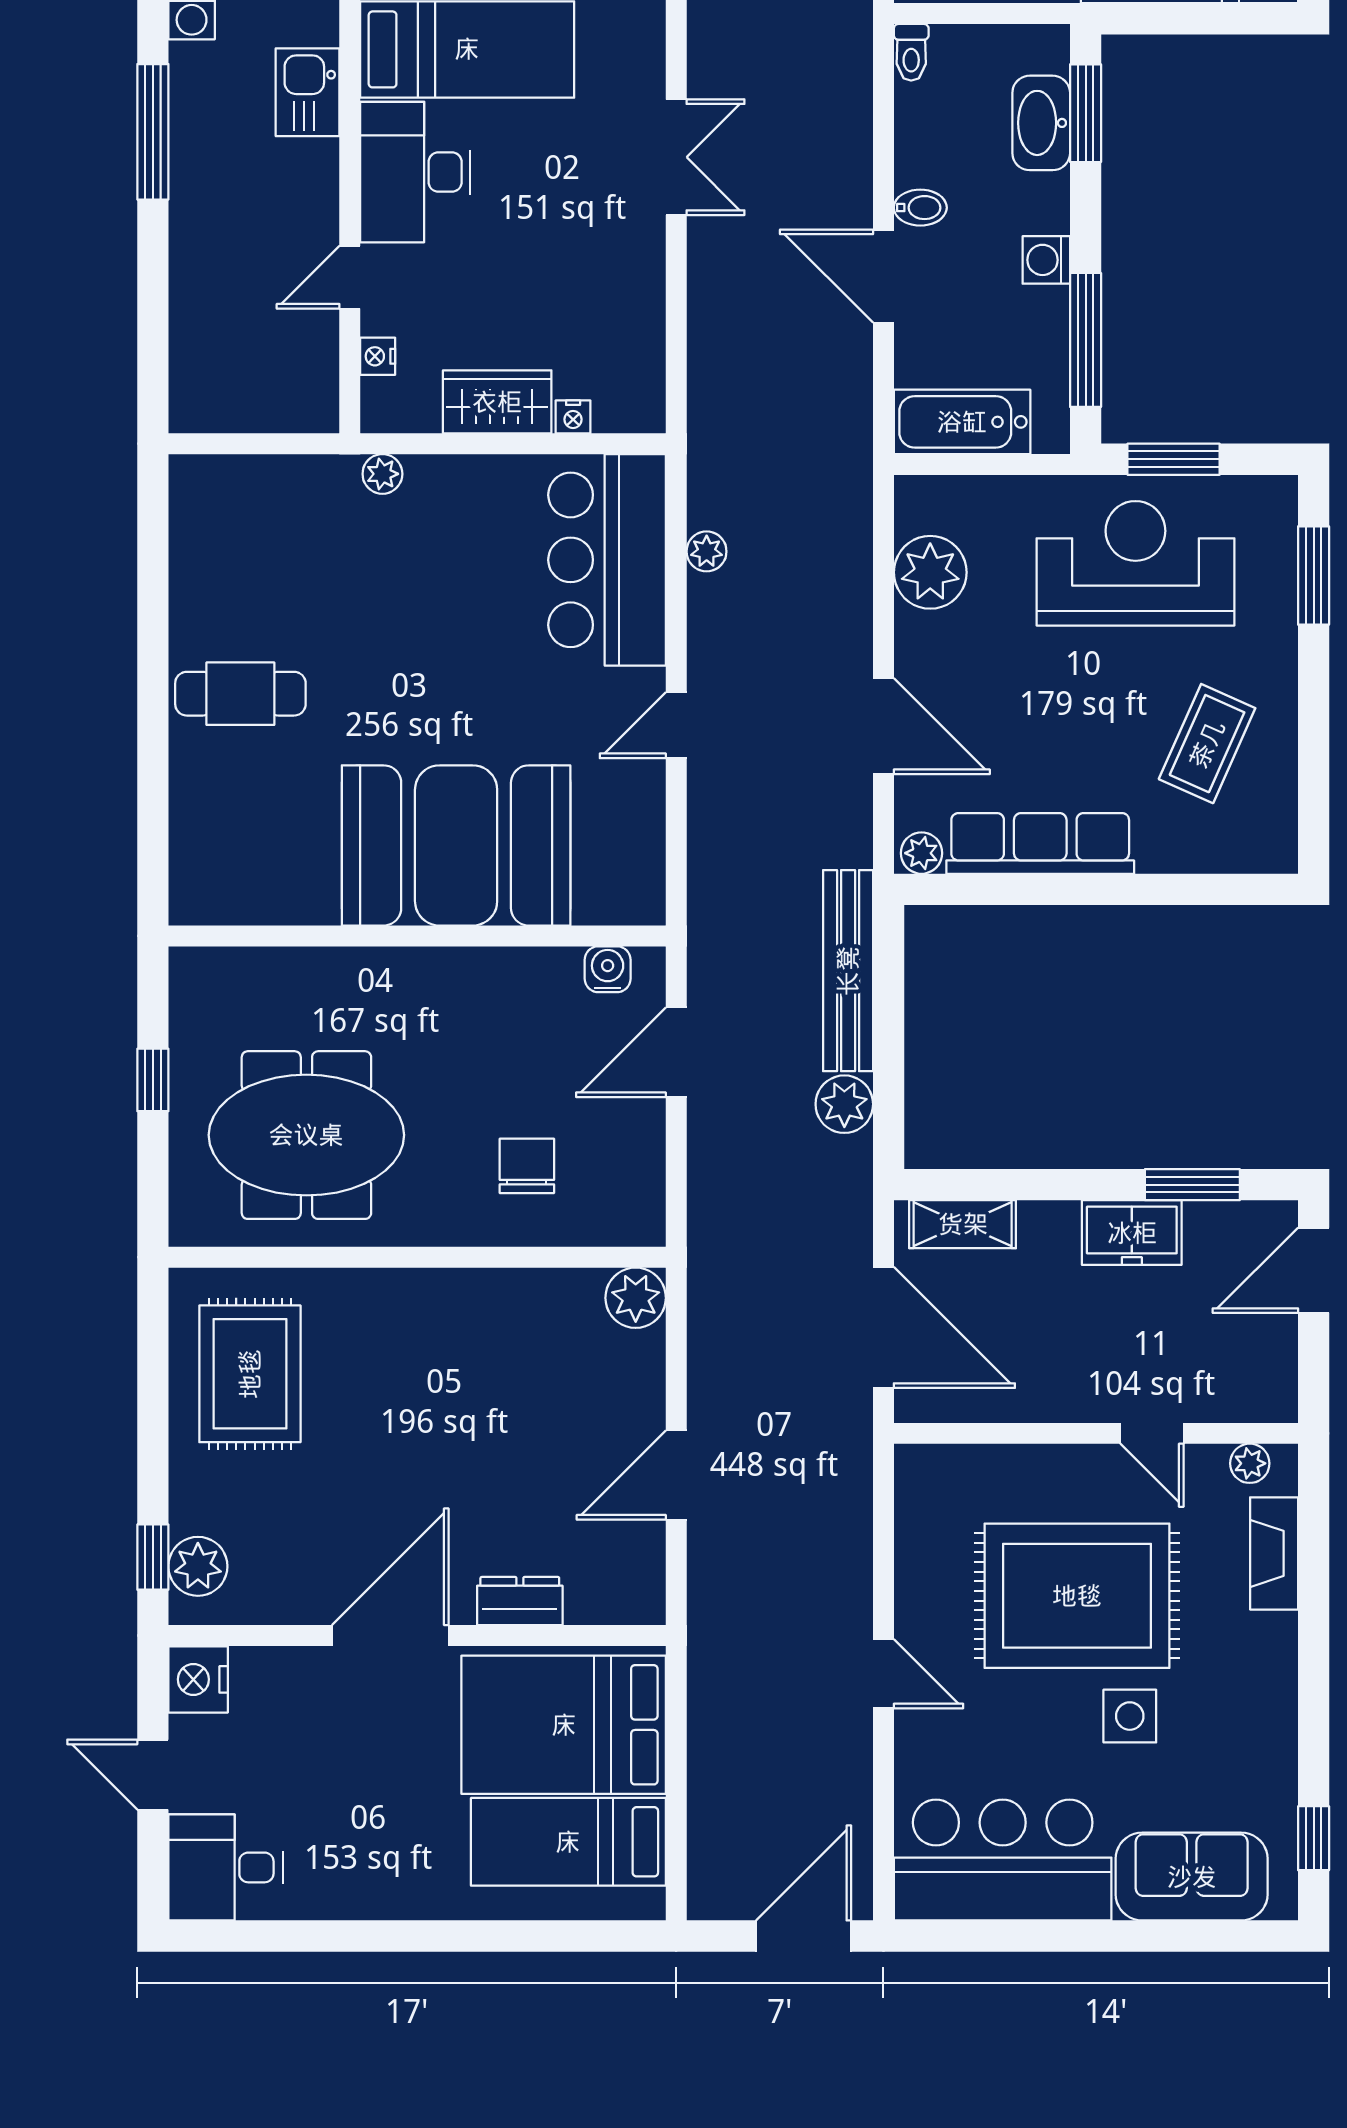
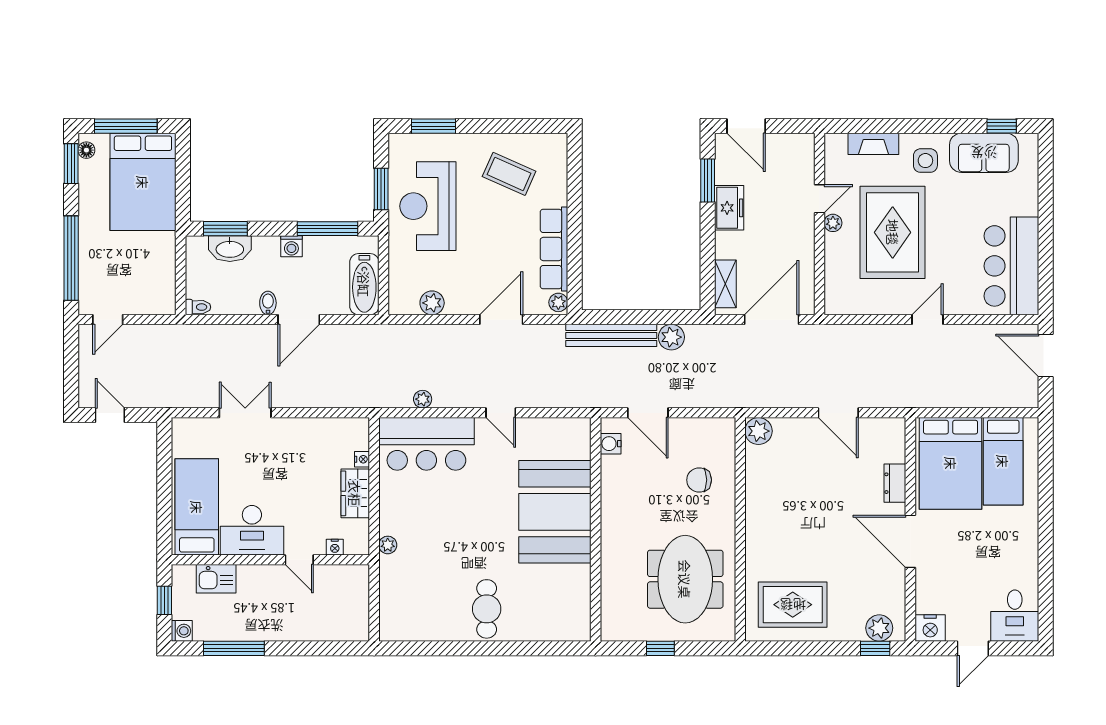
plant: (930, 572) -> (432, 303), width x0.73, depth x0.73
plant: (1250, 1463) -> (833, 223), moved
side table: (1130, 1716) -> (925, 161), moved
sofa: (1192, 1877) -> (984, 153), moved, turned -90

